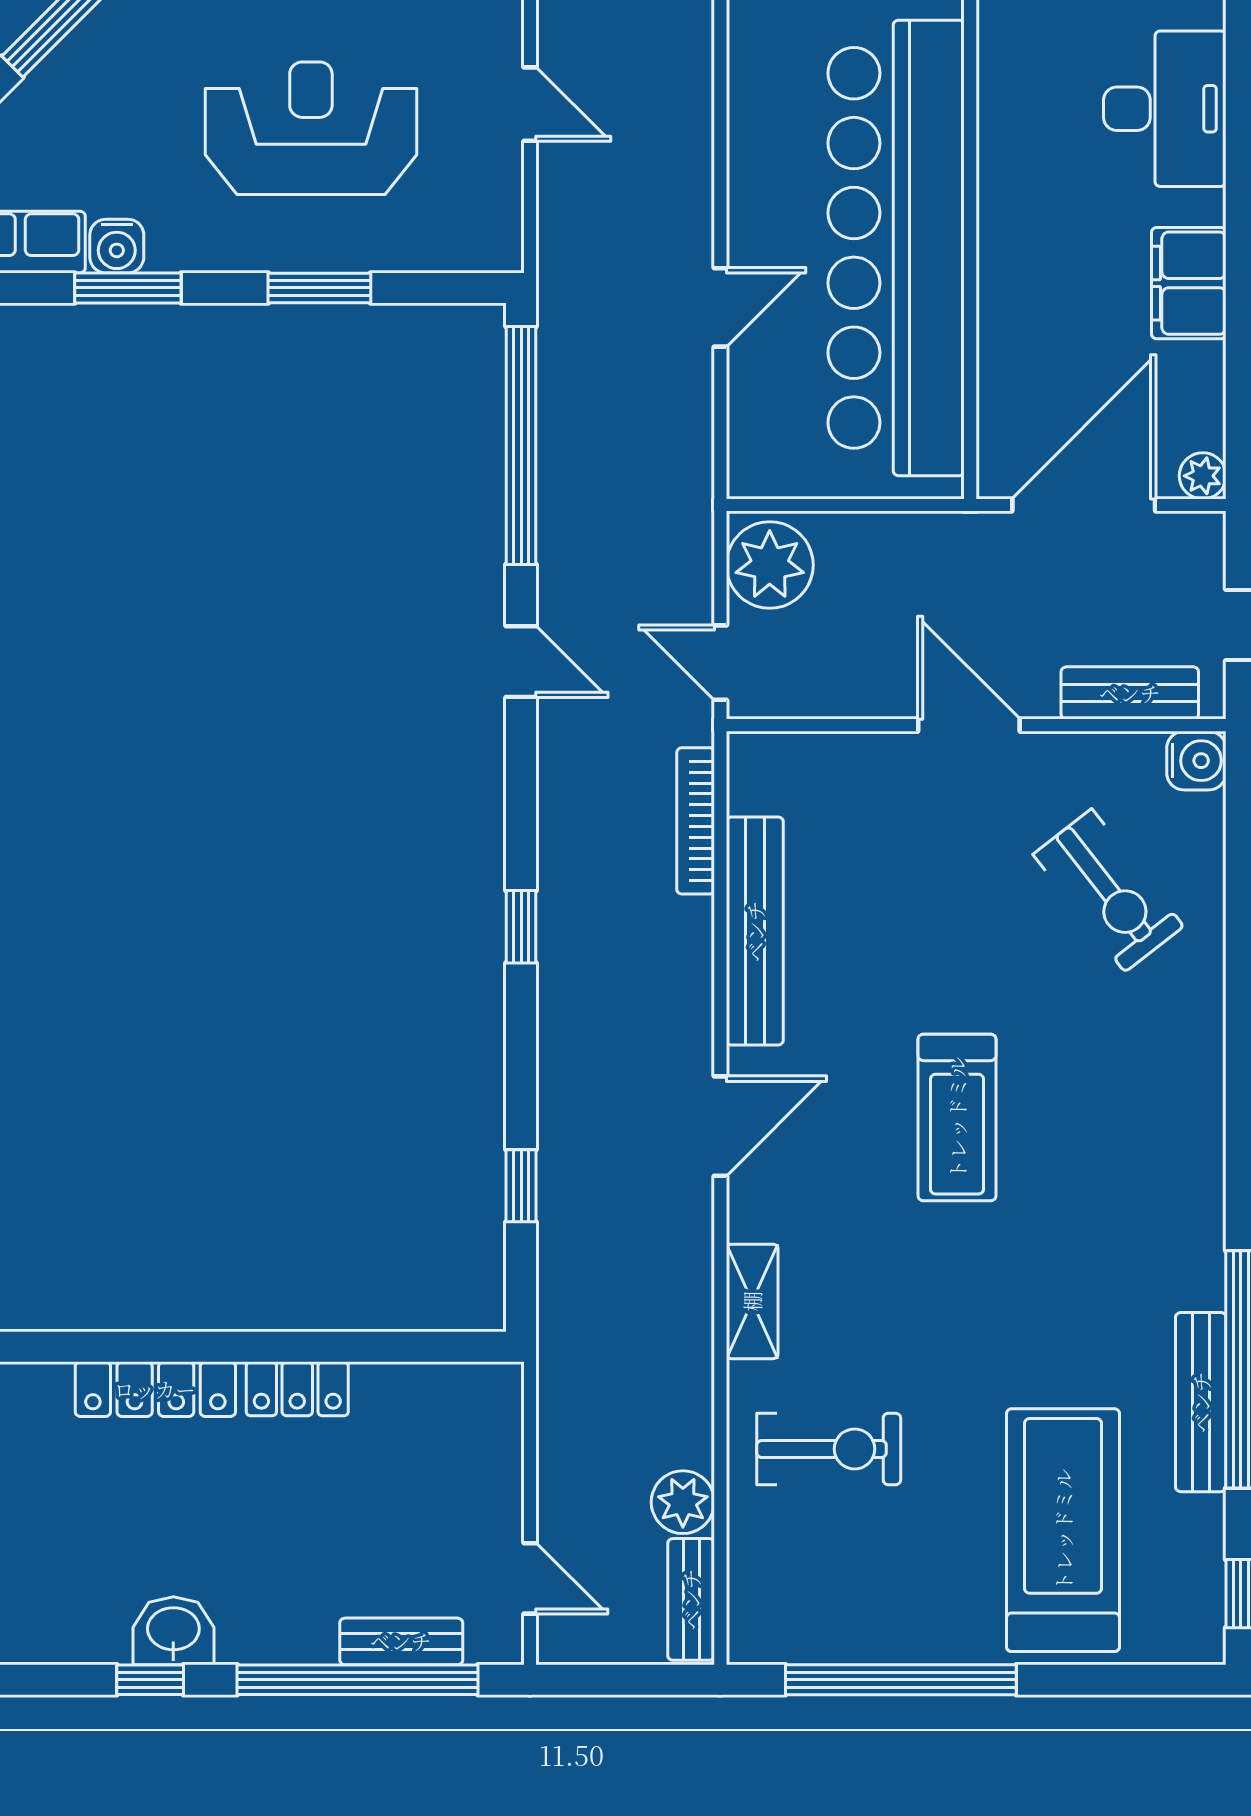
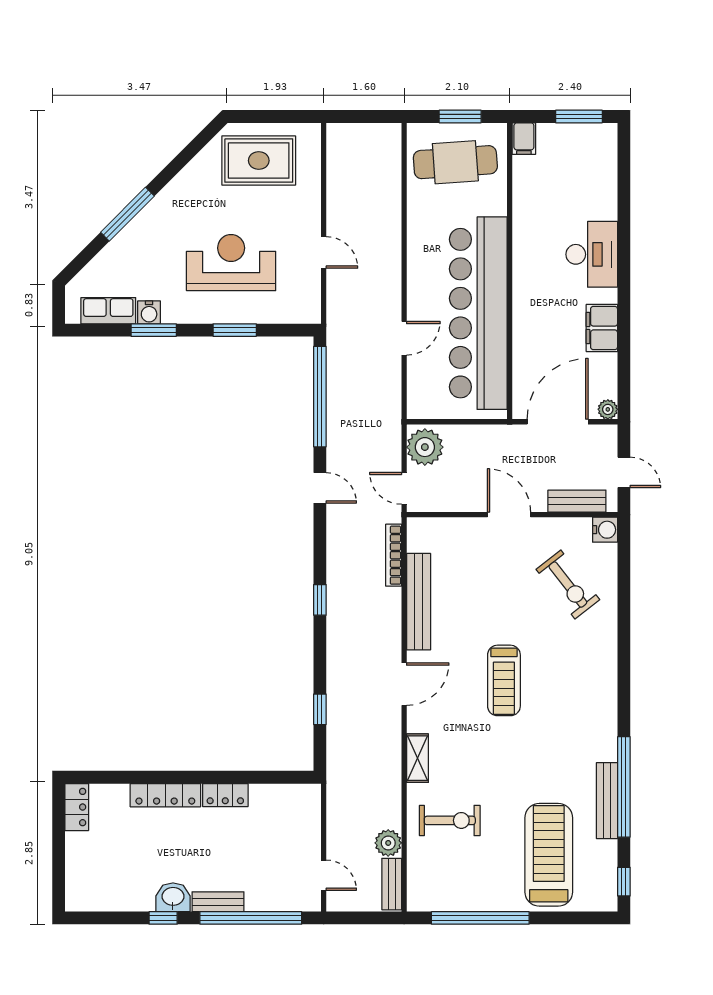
bench: (401, 1641) -> (218, 902), moved

